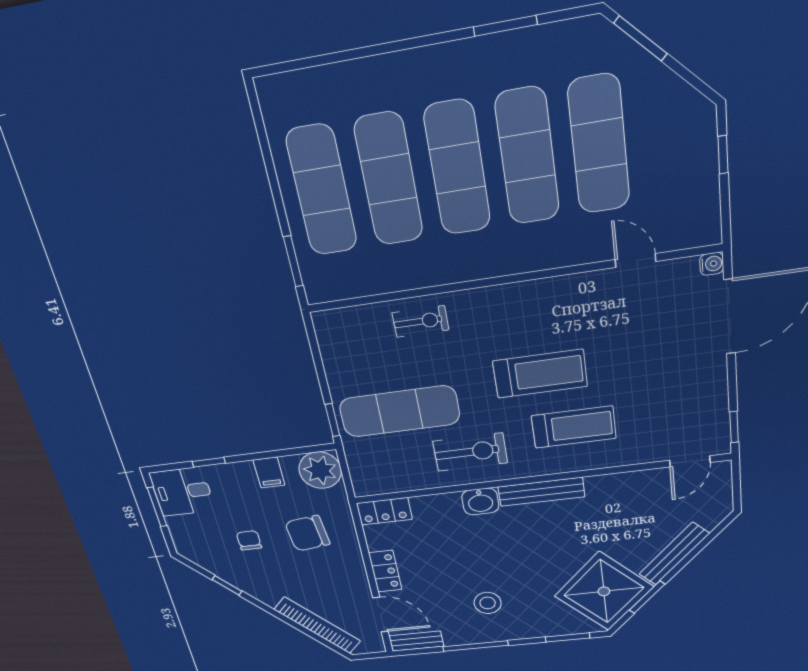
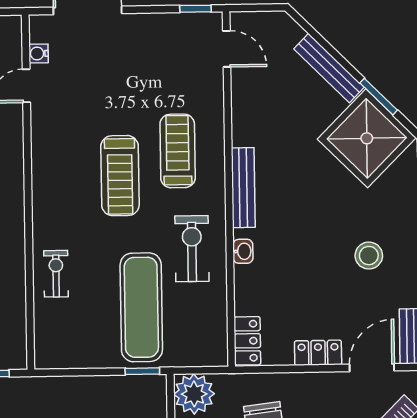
water cooler: (712, 264) -> (39, 53), moved, turned -90
treadmill: (540, 374) -> (120, 176), turned 180
washbasin: (480, 502) -> (243, 251), width x0.72, depth x0.69

